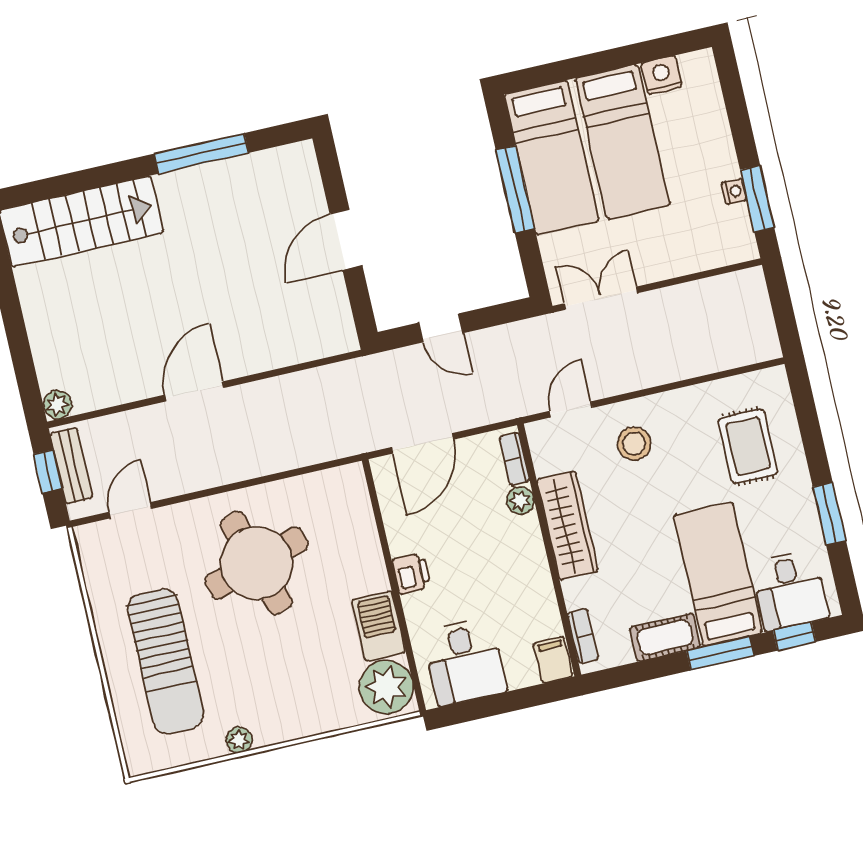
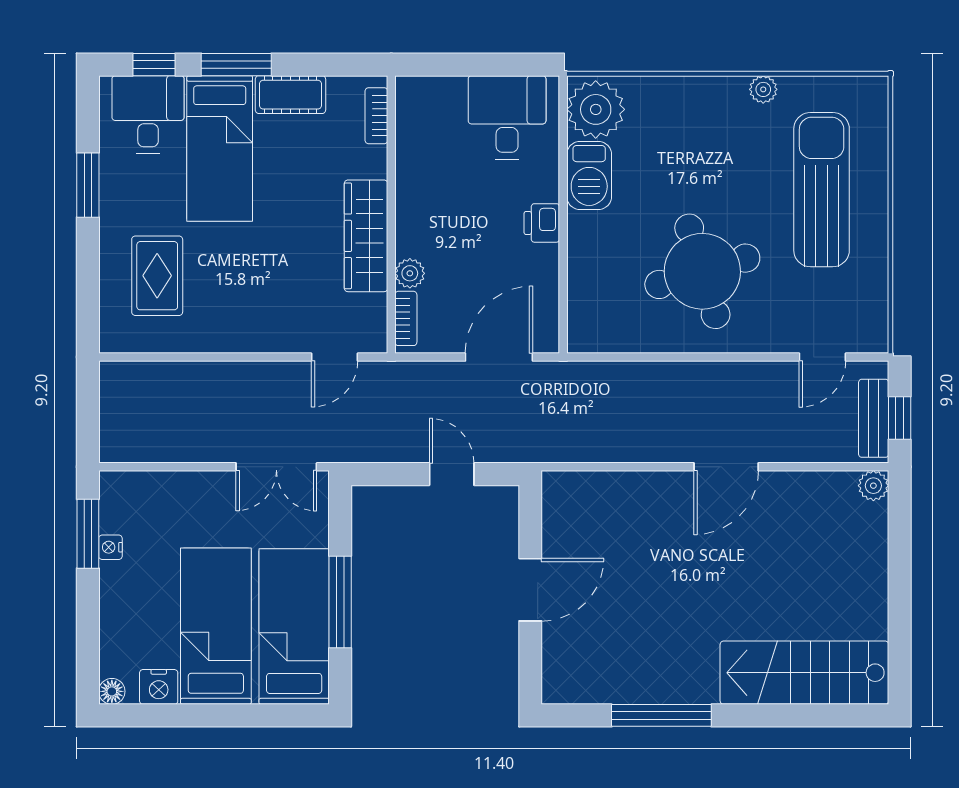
floor lamp: (703, 61) -> (112, 691), added
stool: (634, 444) -> (276, 306), removed
filing cabinet: (553, 660) -> (414, 98), removed

